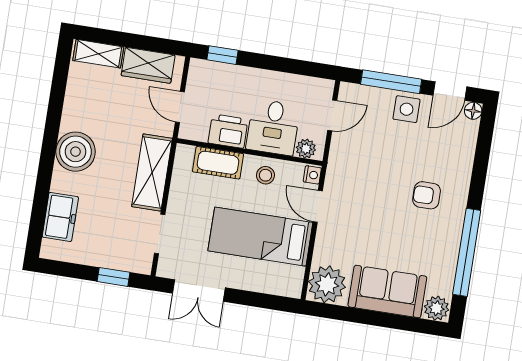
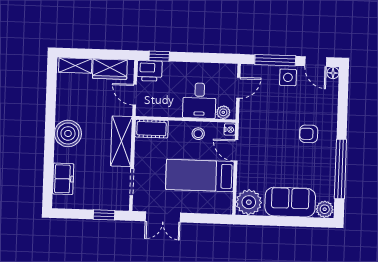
door: (450, 91) -> (316, 62), hinge flipped
printer: (228, 131) -> (149, 71), moved, turned 180
cot: (218, 163) -> (152, 129), moved

